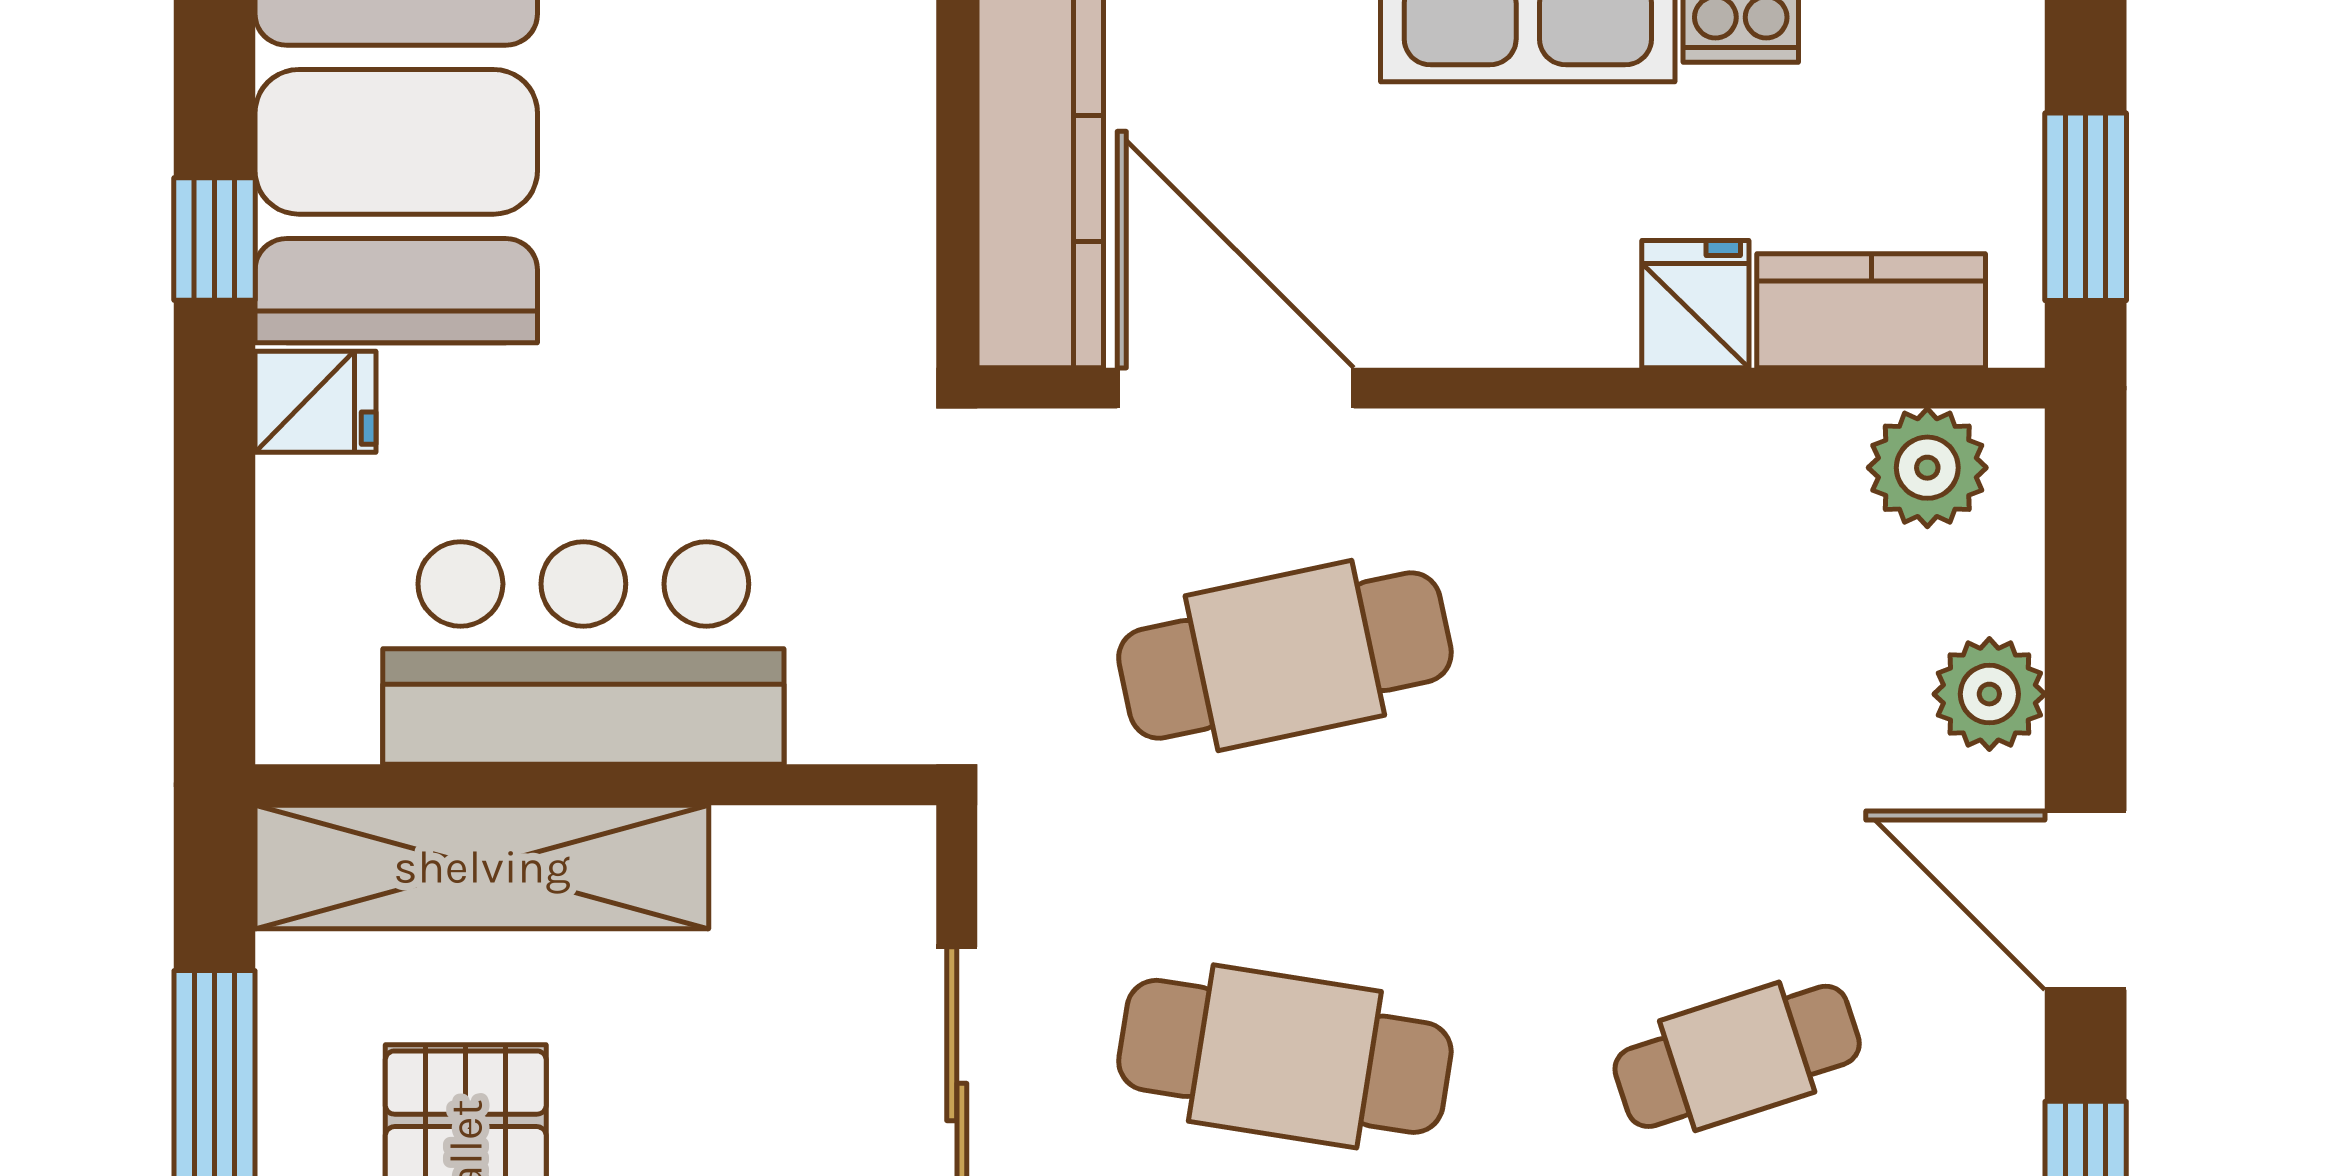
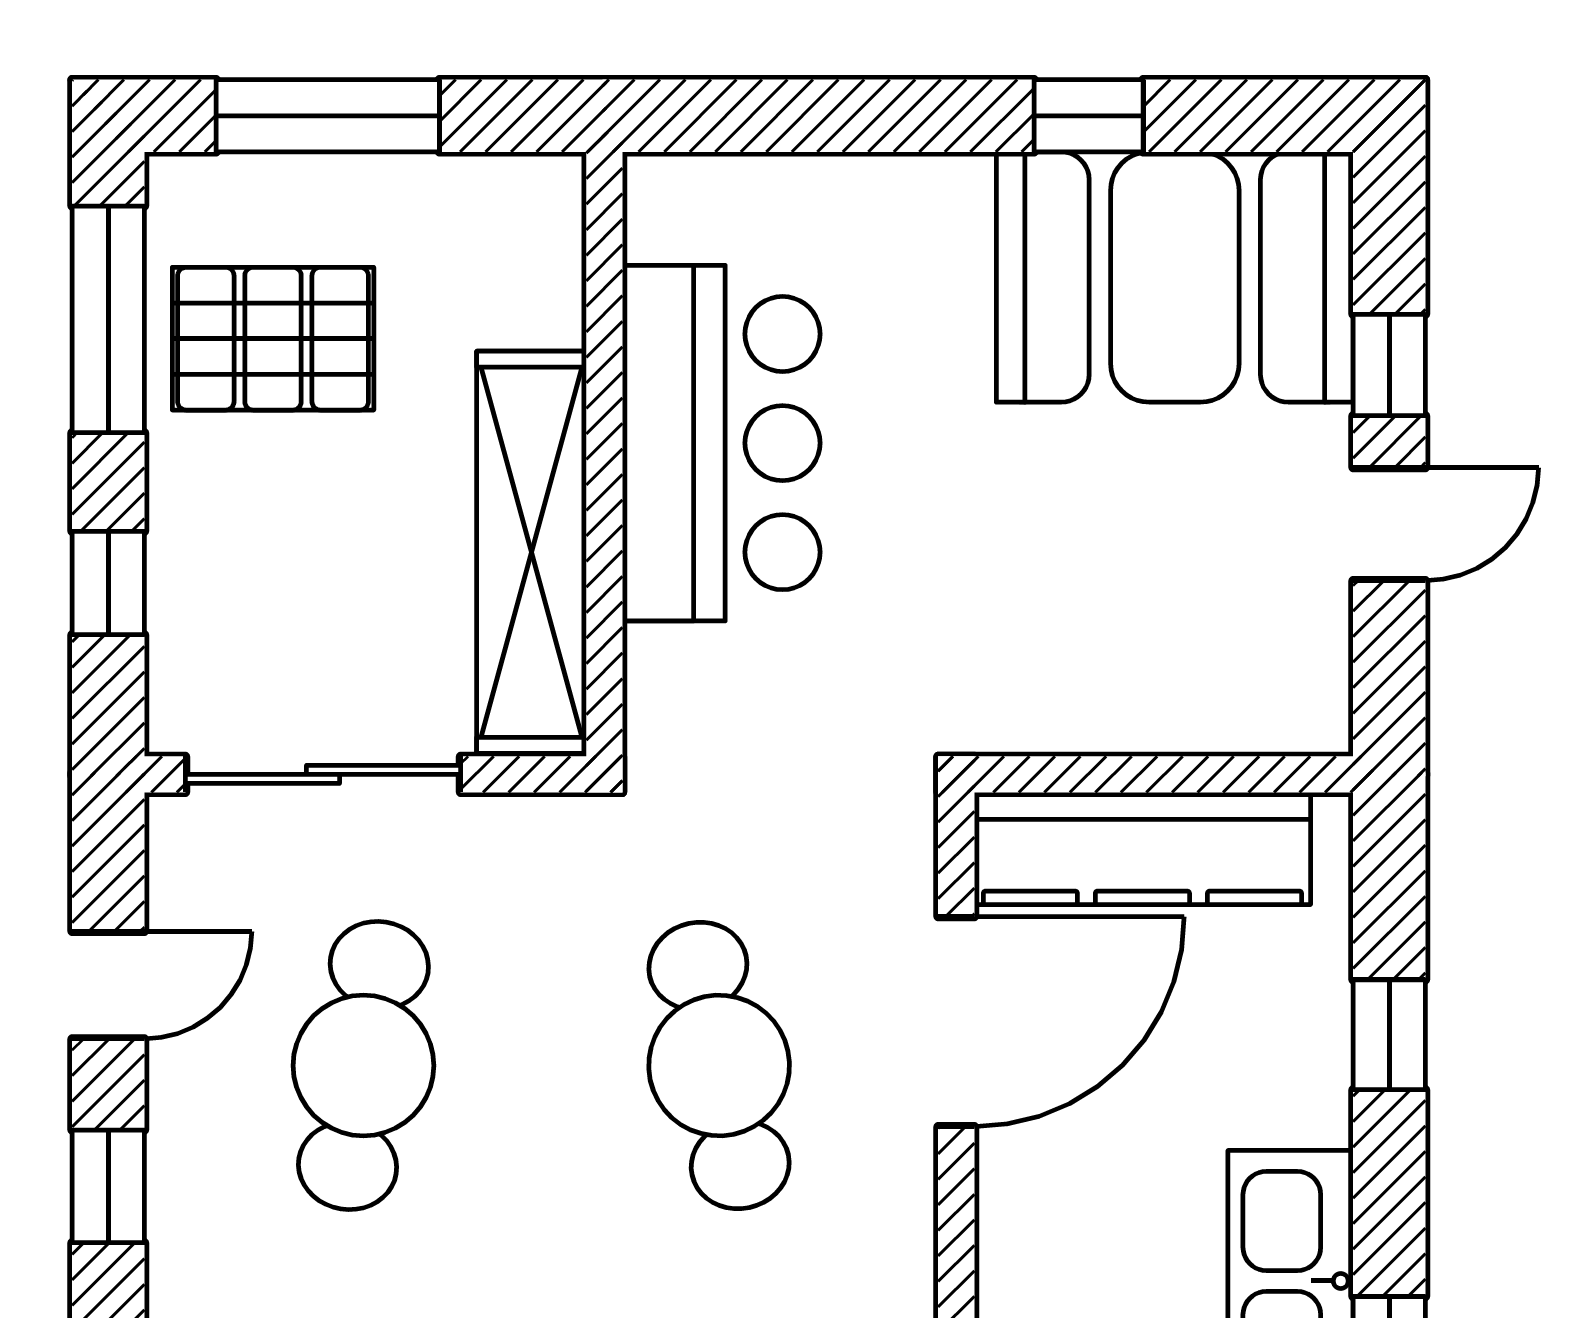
fridge: (316, 402) -> (944, 205), removed
shelving: (482, 867) -> (532, 552), moved

